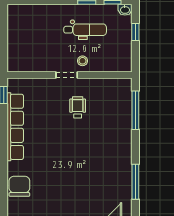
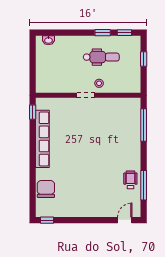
washbasin: (125, 10) -> (48, 40), moved
wheelchair: (78, 107) -> (130, 180), moved

